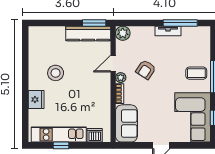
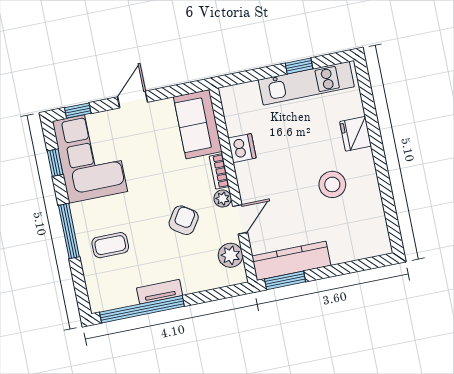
window: (180, 23) -> (142, 309), width x1.46
plant: (123, 33) -> (230, 255), moved
coffee table: (196, 73) -> (110, 245), moved
dishwasher: (95, 135) -> (242, 148), moved, turned -90
window: (194, 145) -> (78, 111), added

